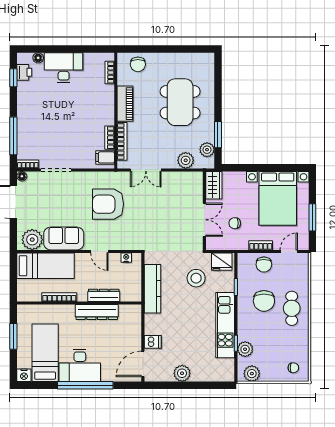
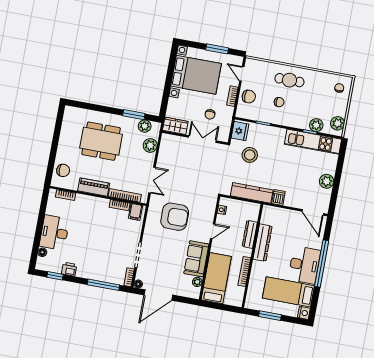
printer: (24, 72) -> (69, 269), moved
armchair: (108, 204) -> (175, 217), turned -90
plant: (32, 240) -> (197, 282), width x0.53, depth x0.53
chair: (264, 301) -> (279, 102), width x0.54, depth x0.54
kitchen unit: (225, 325) -> (313, 142), moved
dishwasher: (153, 342) -> (278, 198), moved

